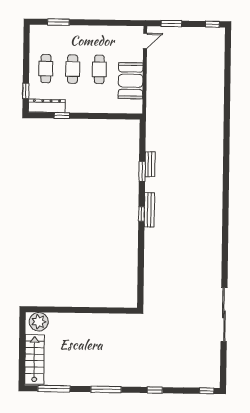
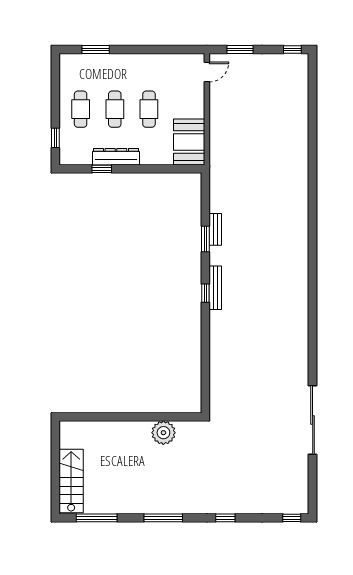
booth: (131, 81) -> (189, 142), moved
dresser: (47, 106) -> (116, 157), moved
plant: (39, 322) -> (163, 433), moved

